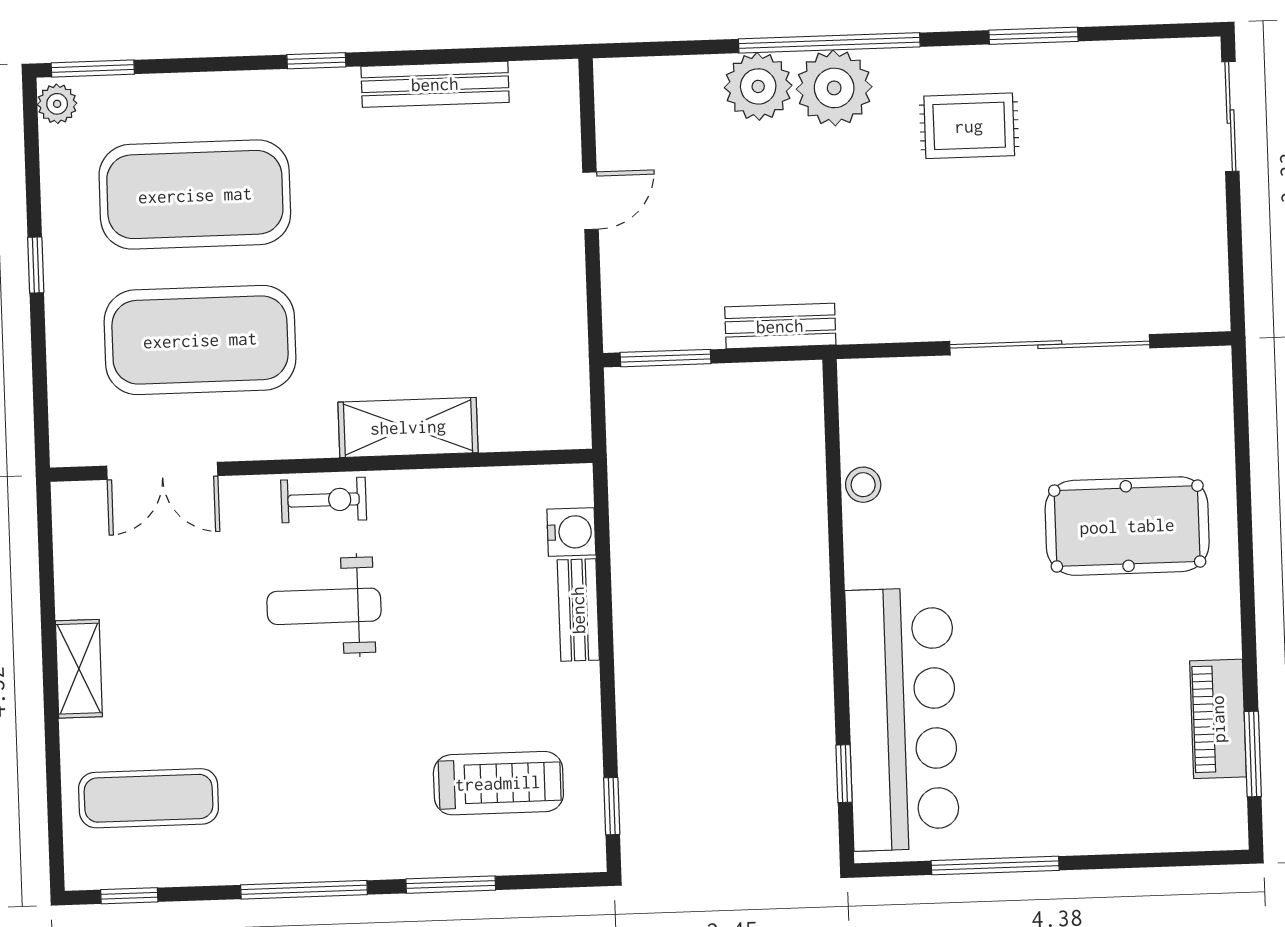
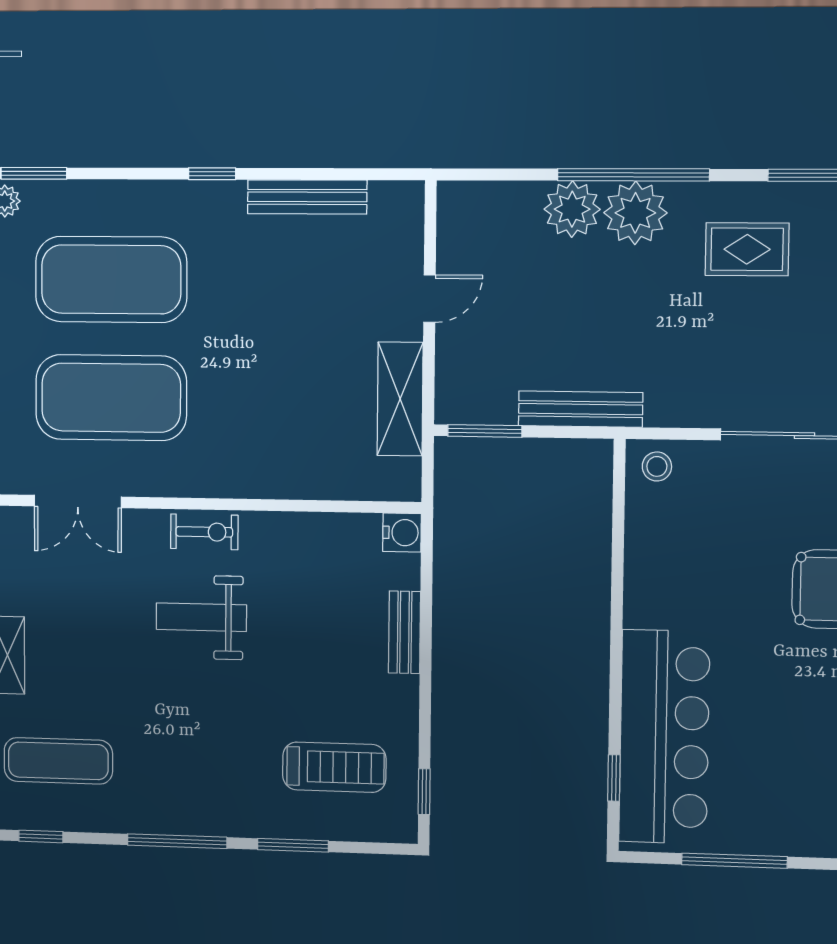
bench: (780, 326) -> (580, 409), width x1.36
shelving: (408, 427) -> (400, 399), moved, turned 90
stool: (863, 485) -> (657, 466), moved
water cooler: (571, 532) -> (402, 533), moved

